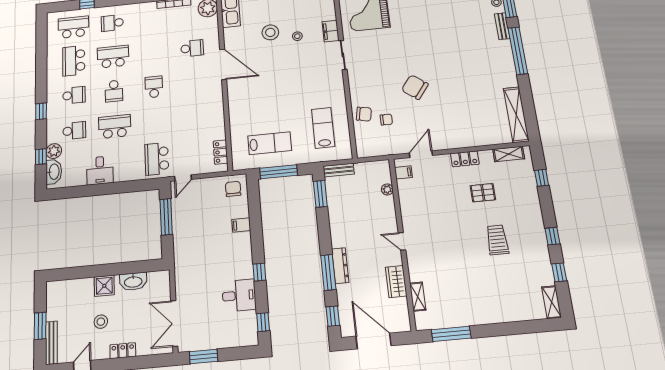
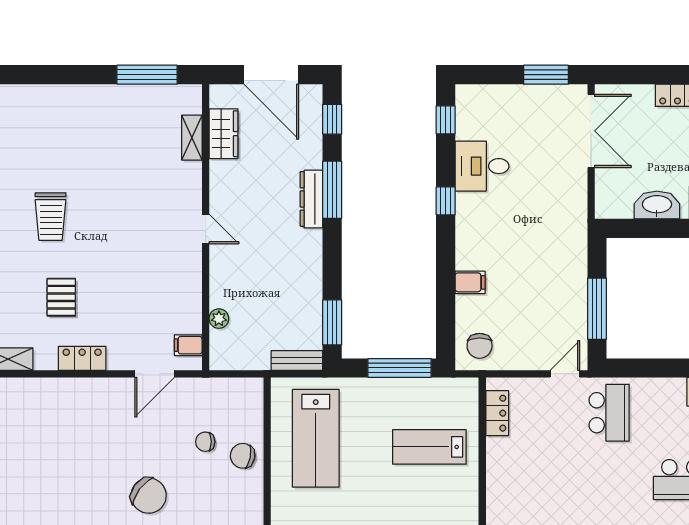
lab bench: (323, 128) -> (316, 438), width x1.36, depth x1.39
lab bench: (270, 143) -> (429, 447), moved
pallet: (483, 193) -> (61, 297), turned 90
wardrobe: (396, 282) -> (224, 134), moved

